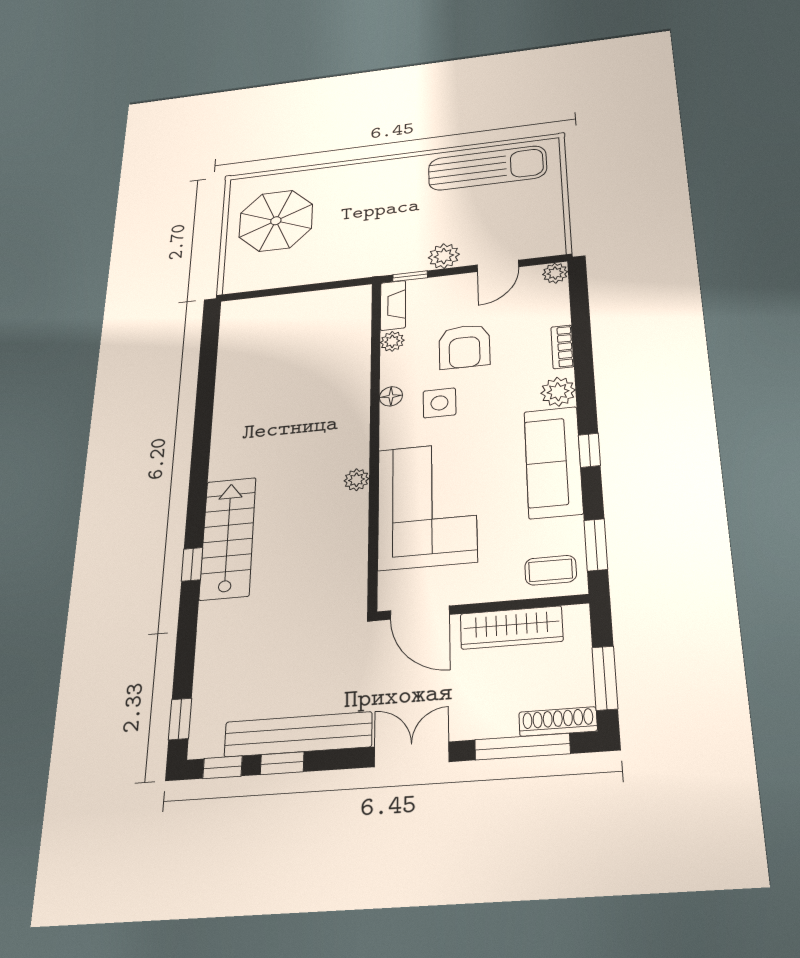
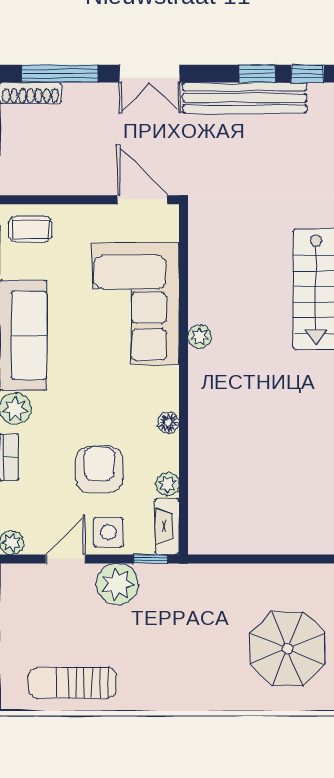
sun lounger: (487, 168) -> (72, 683), width x0.73, depth x0.75
plant: (444, 256) -> (117, 584), width x1.36, depth x1.36
side table: (439, 403) -> (108, 532), moved
wardrobe: (511, 628) -> (65, 179), removed

